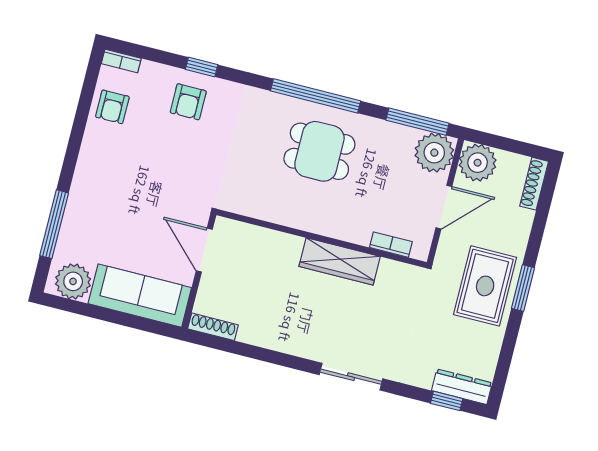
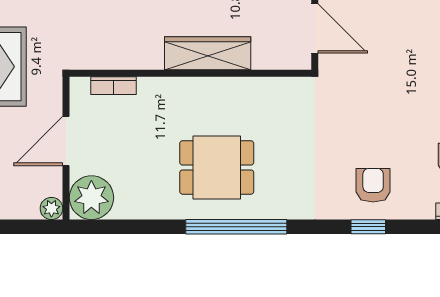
window: (417, 122) -> (118, 227), removed
plant: (478, 163) -> (51, 208), width x0.53, depth x0.53
wardrobe: (340, 261) -> (208, 53), moved

